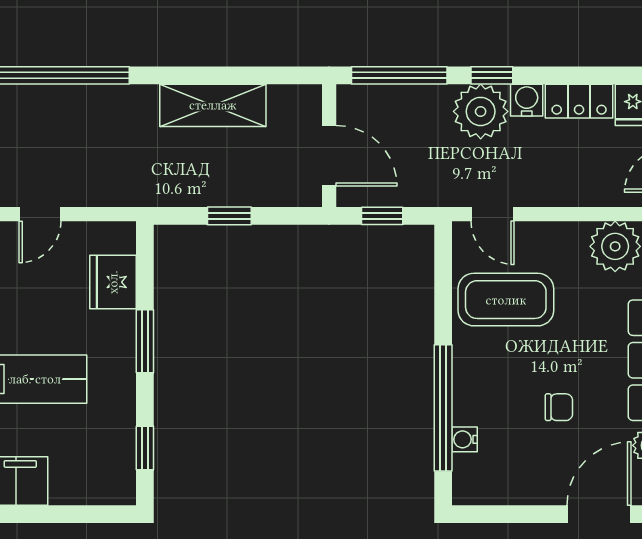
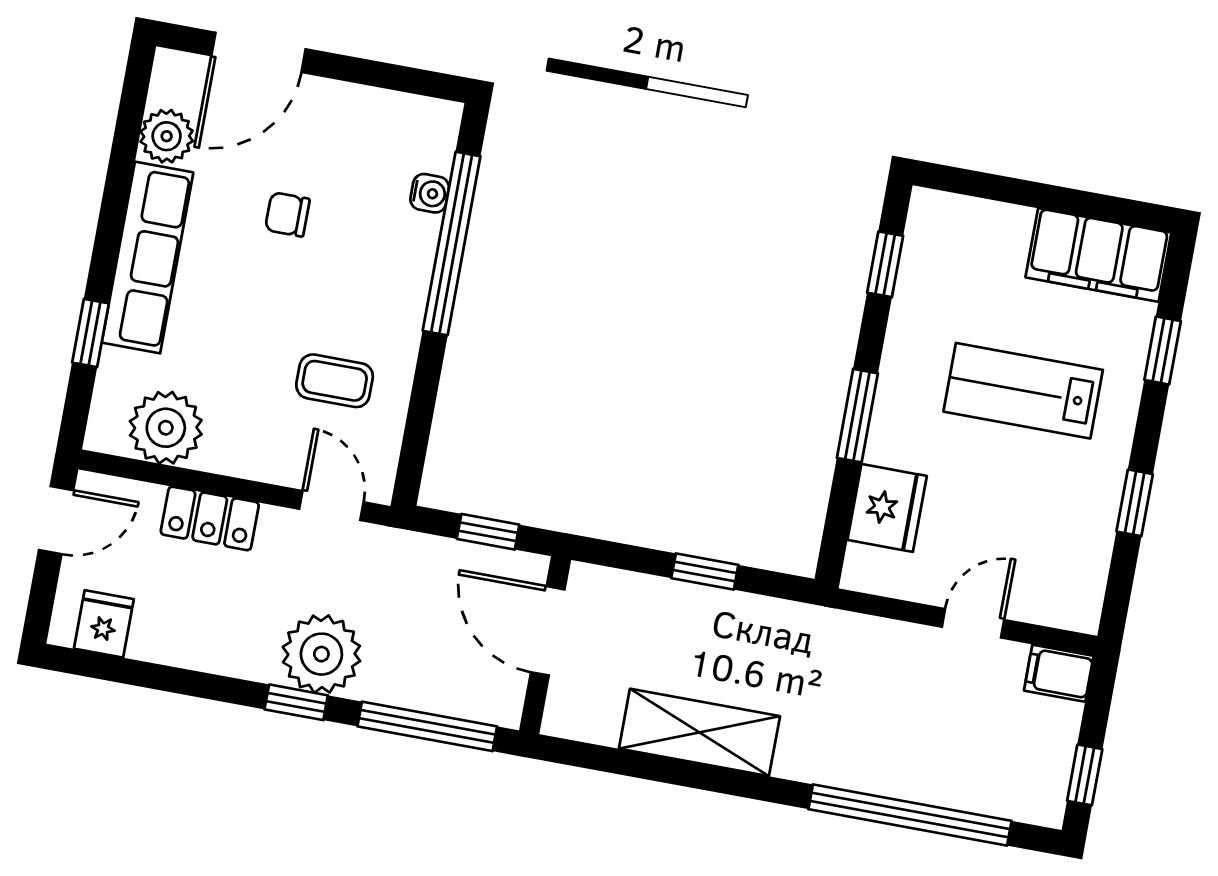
water cooler: (527, 100) -> (253, 658), removed
locker: (579, 101) -> (210, 518), moved, turned 180
coffee table: (506, 300) -> (335, 381), width x0.54, depth x0.58

